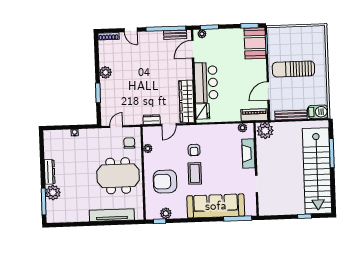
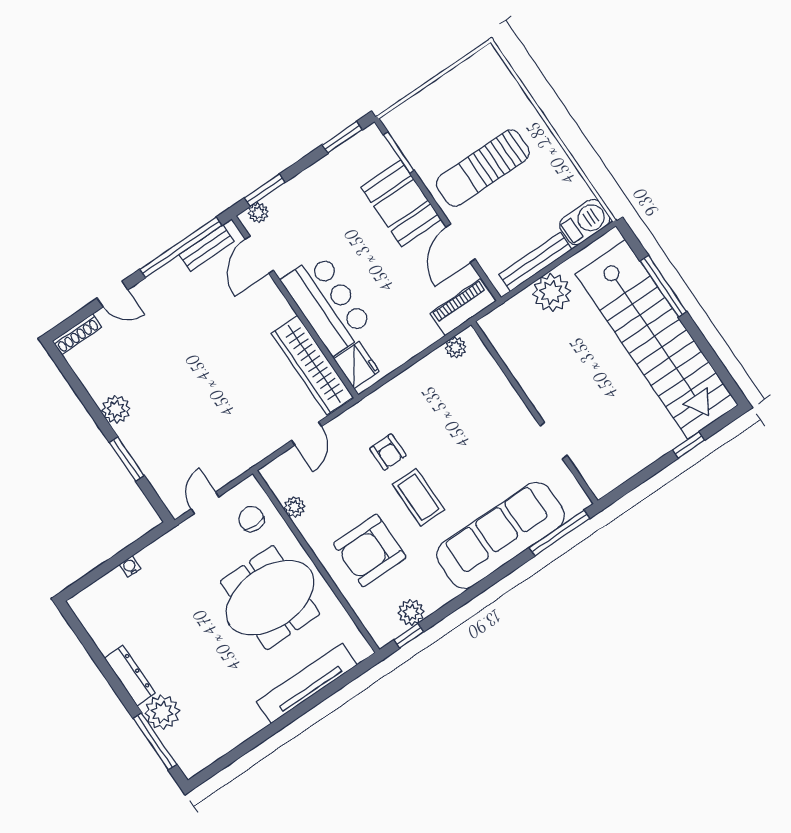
booth: (255, 43) -> (401, 203), moved
dresser: (152, 120) -> (266, 445), removed
plant: (265, 131) -> (552, 293), moved
fireplace: (248, 153) -> (500, 391), removed

